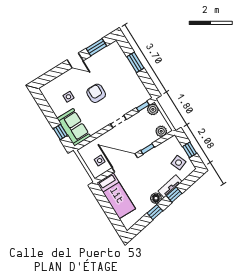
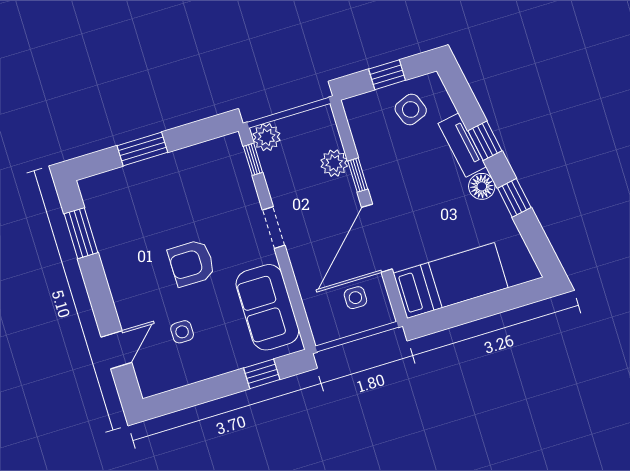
door: (75, 60) -> (116, 350), moved
sofa: (74, 127) -> (267, 307), moved, turned -90
plant: (161, 131) -> (334, 163), moved

